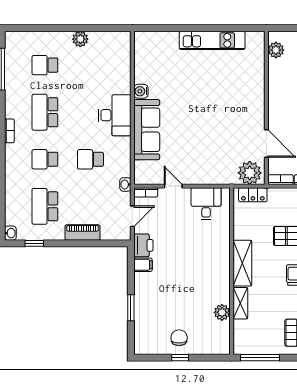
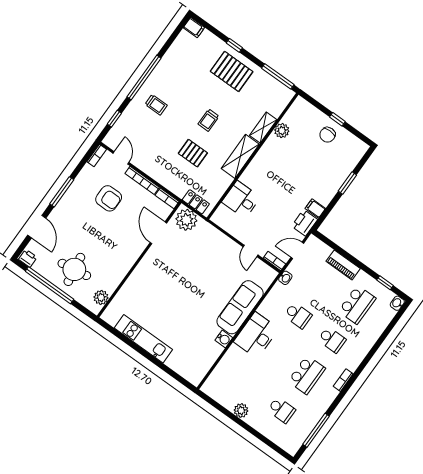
desk: (206, 204) -> (241, 200), moved, turned 90

